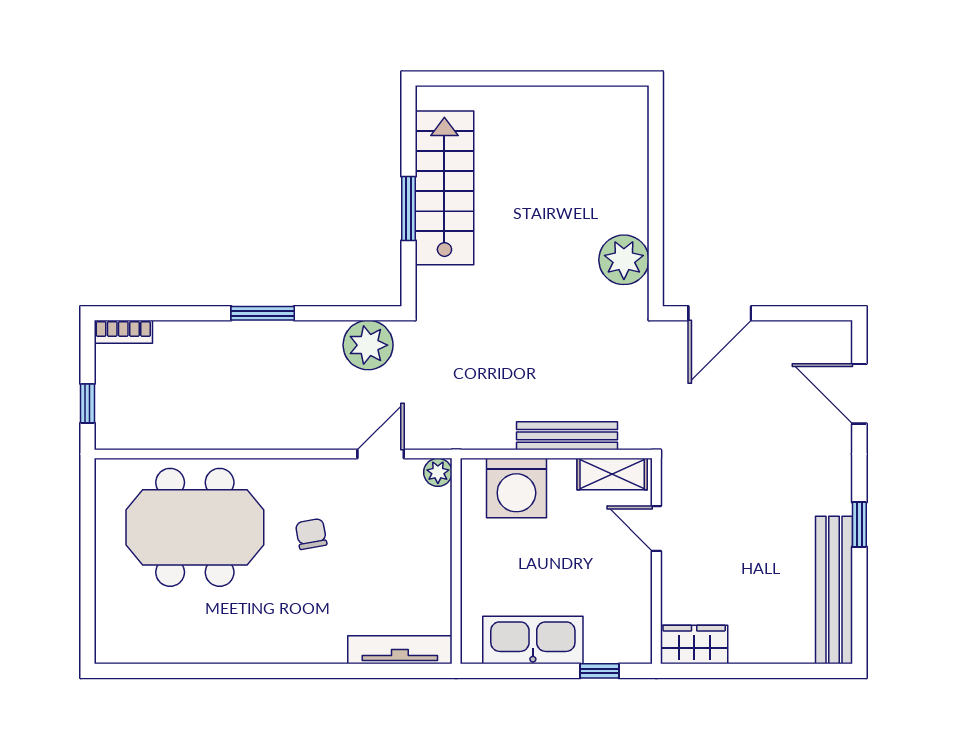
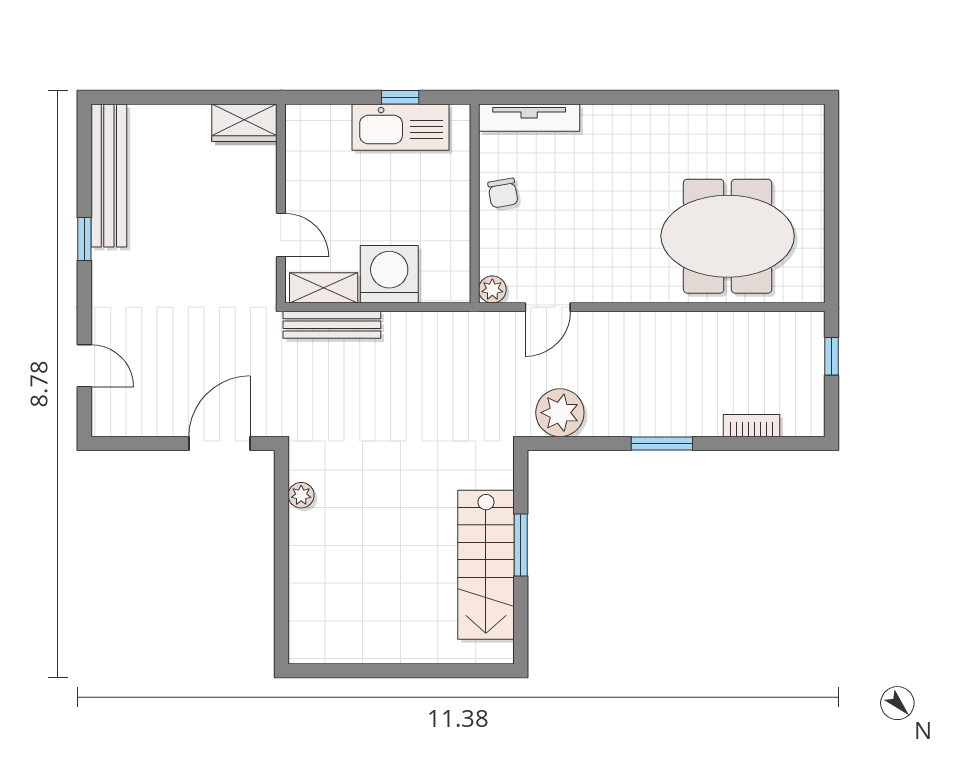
plant: (624, 260) -> (301, 495), width x0.53, depth x0.53
bookcase: (123, 332) -> (751, 426), moved
door: (859, 394) -> (84, 366), width x0.73
bench: (567, 436) -> (332, 325), moved
washing machine: (516, 488) -> (389, 274), moved
chair: (311, 534) -> (503, 193), moved
window: (599, 671) -> (400, 97), moved

